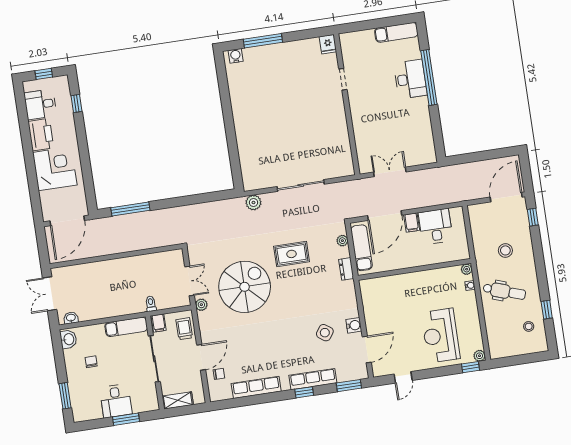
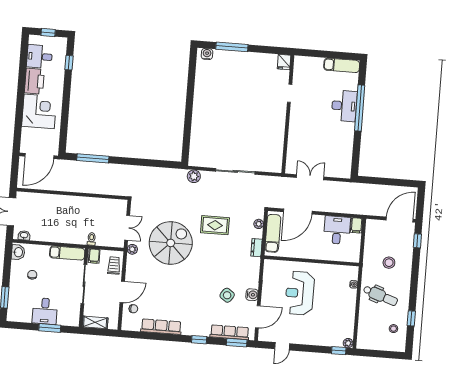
filing cabinet: (412, 223) -> (357, 225), moved
plant: (467, 269) -> (354, 271), removed
reception desk: (441, 336) -> (300, 293), moved
row of seats: (313, 379) -> (230, 332), moved

